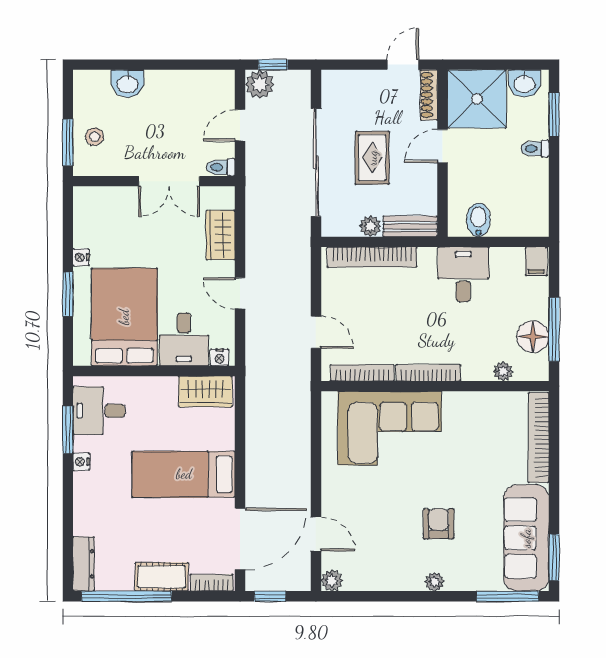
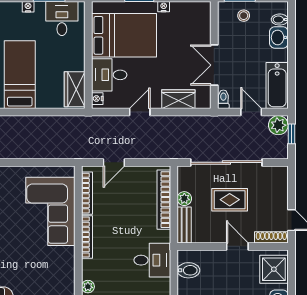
bidet: (101, 82) -> (280, 20), added
bathtub: (200, 86) -> (277, 86), added
shower: (477, 99) -> (274, 269), width x0.73, depth x0.73

